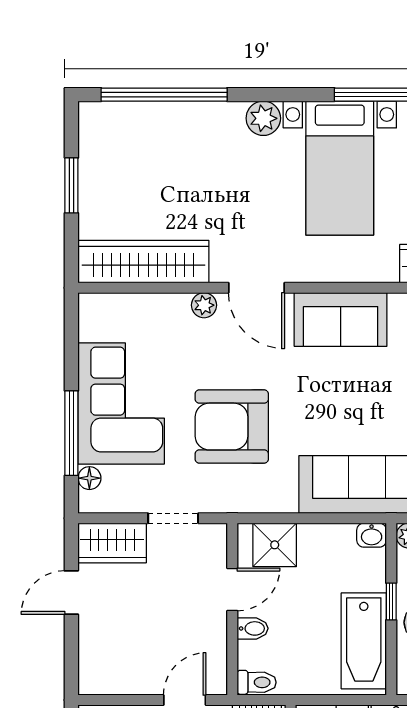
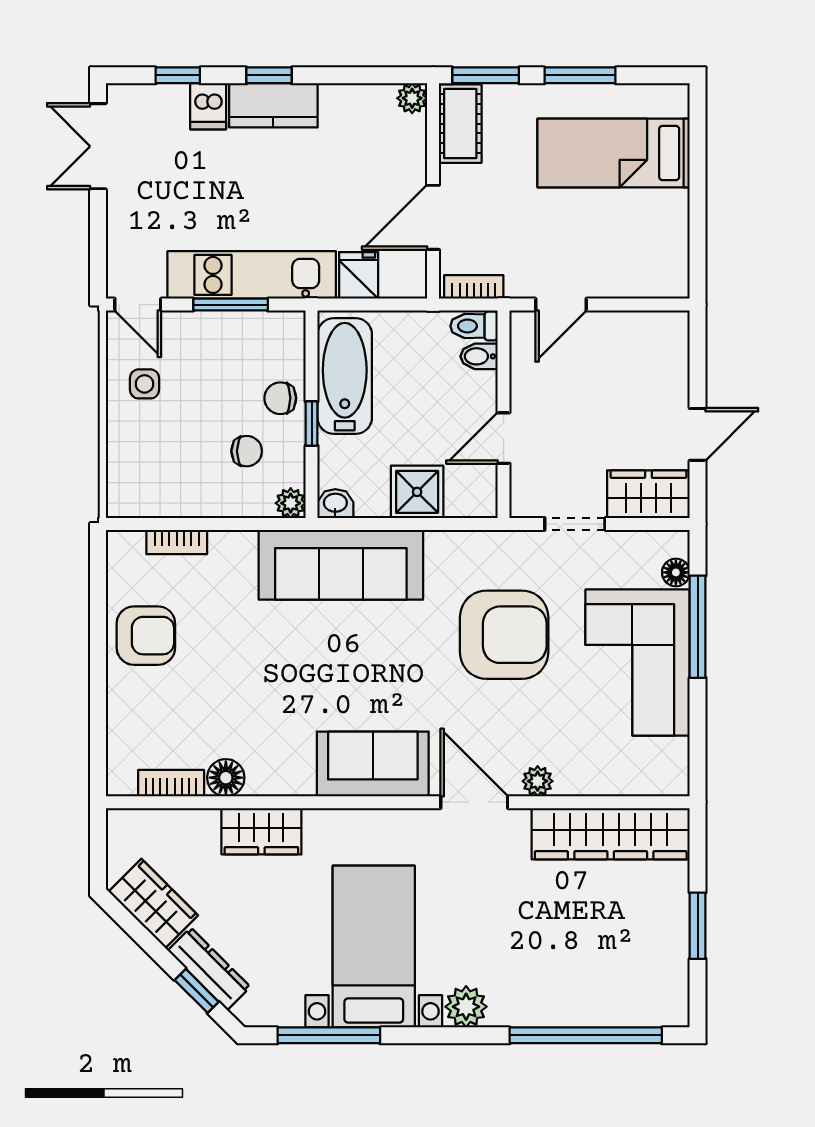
shower: (275, 545) -> (417, 492), moved
bidet: (253, 628) -> (479, 356), moved

